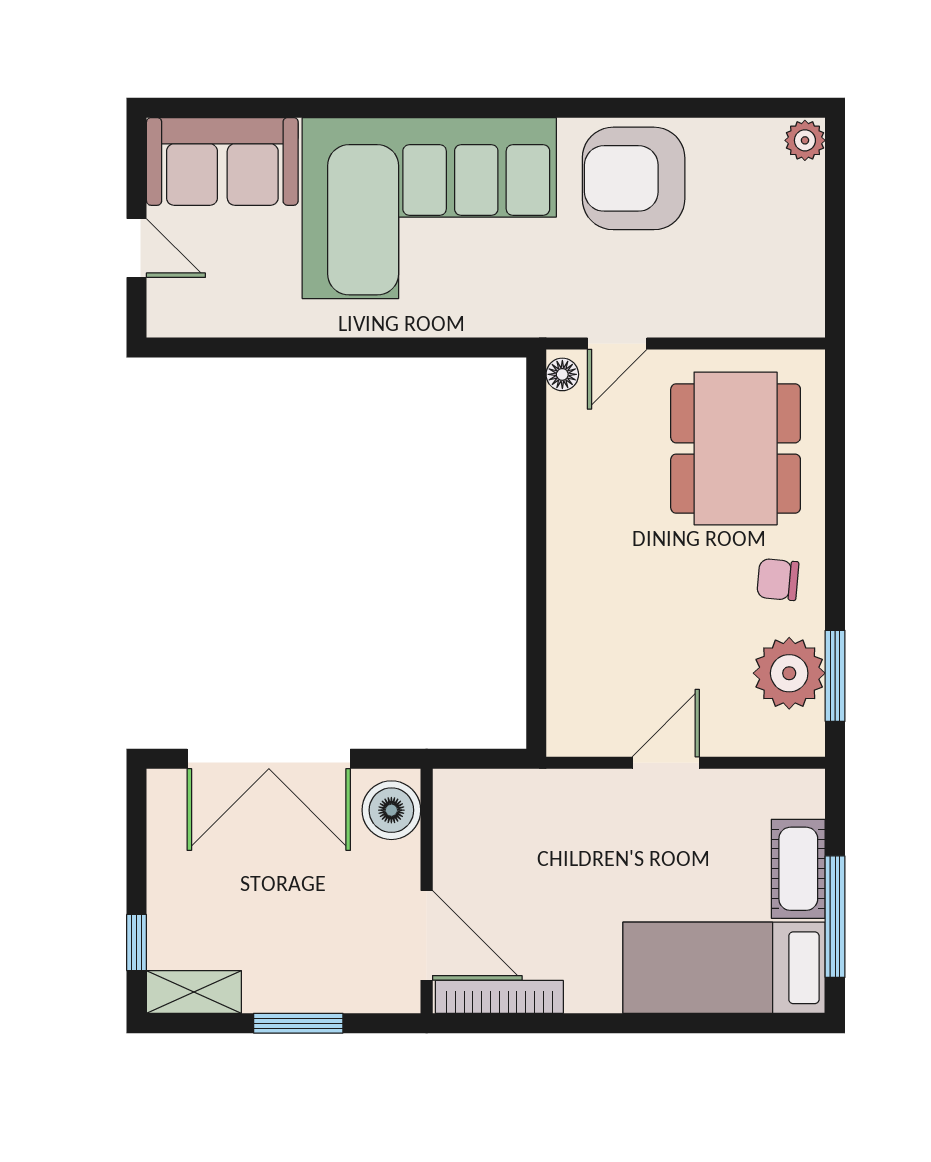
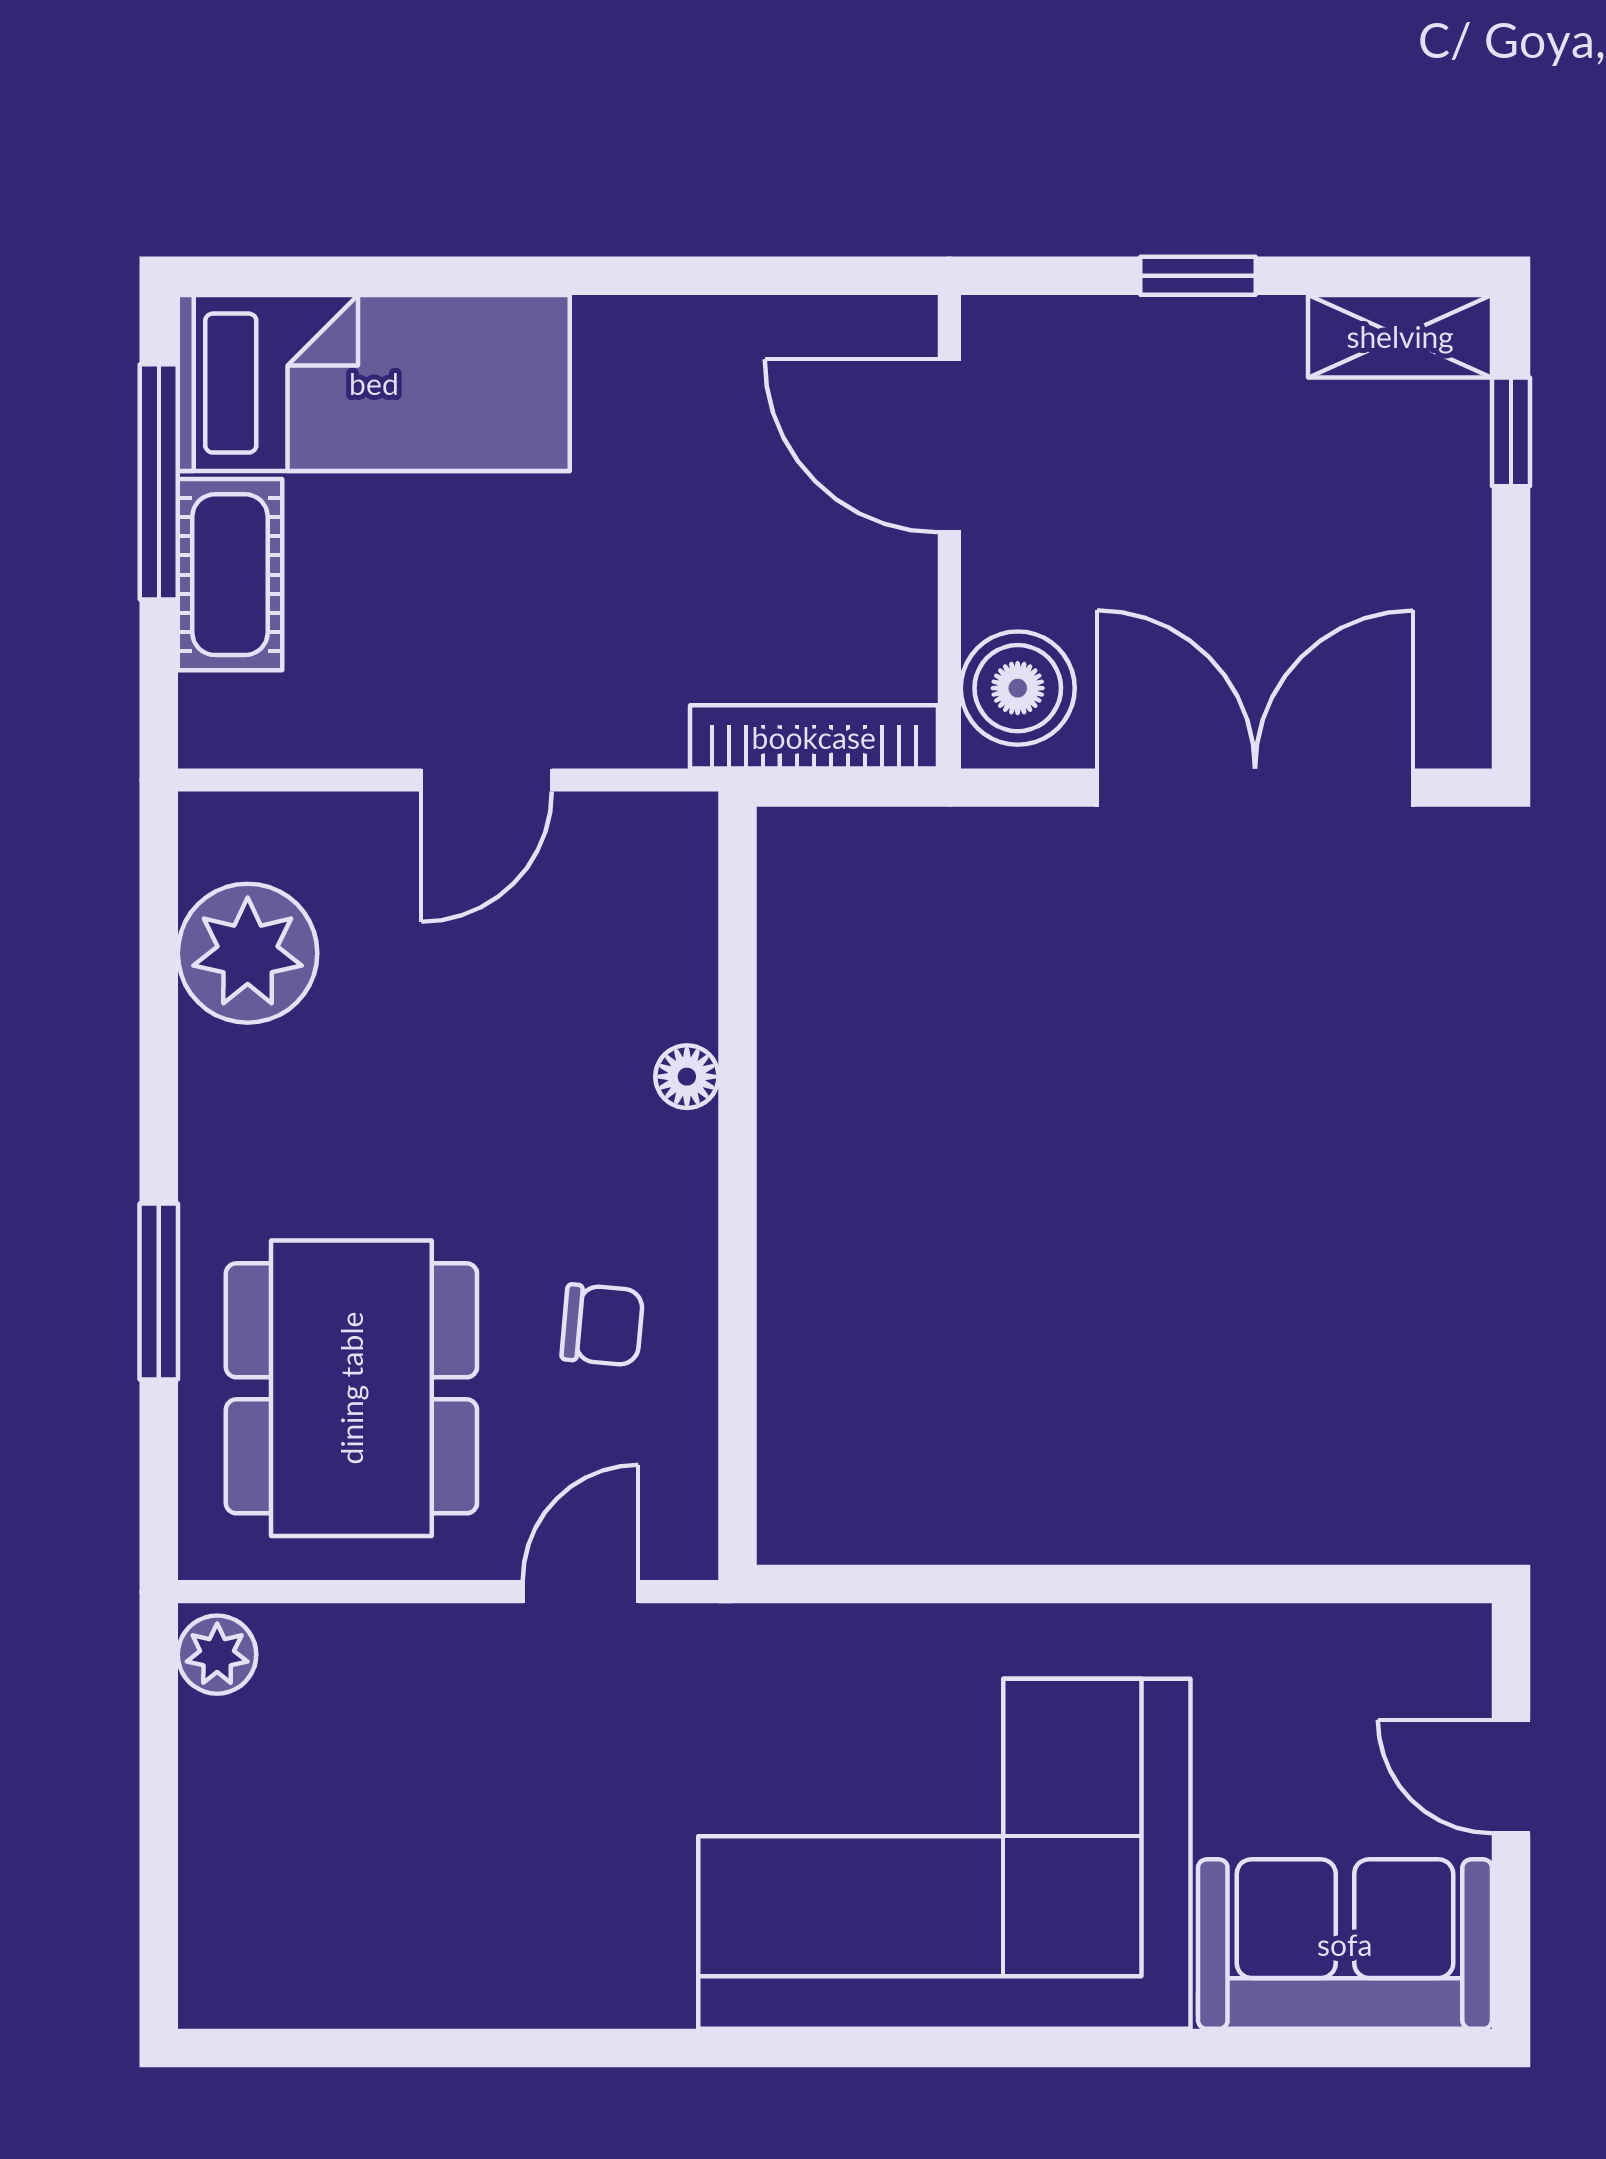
plant: (805, 140) -> (217, 1655), moved
armchair: (634, 178) -> (549, 1911), removed
floor lamp: (562, 374) -> (687, 1077), moved
chair: (778, 580) -> (602, 1325), moved
window: (835, 676) -> (159, 1292), moved
bookcase: (499, 997) -> (814, 737), moved, turned 180
window: (298, 1023) -> (1198, 276), width x0.67

